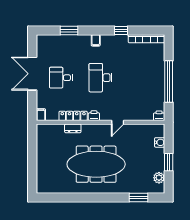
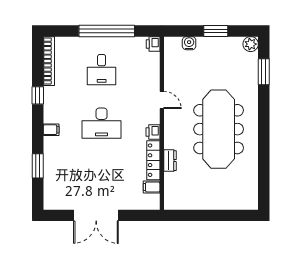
desk: (61, 78) -> (102, 70), moved
filing cabinet: (41, 115) -> (152, 187), moved
plant: (159, 178) -> (251, 44), moved

